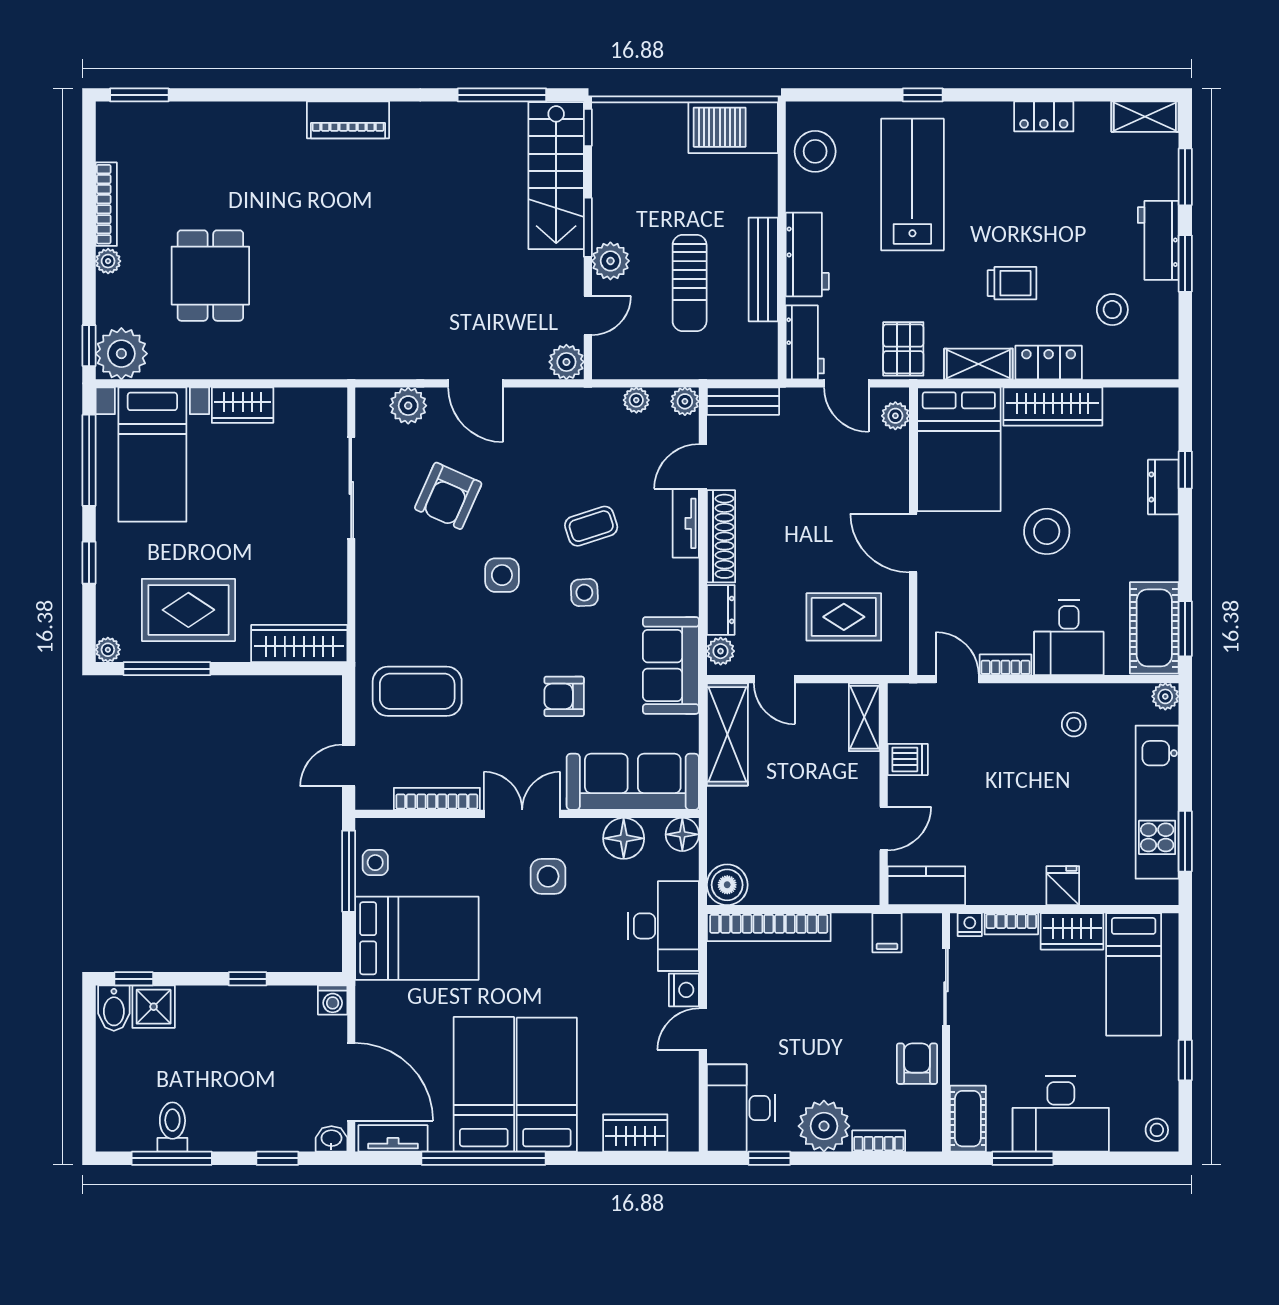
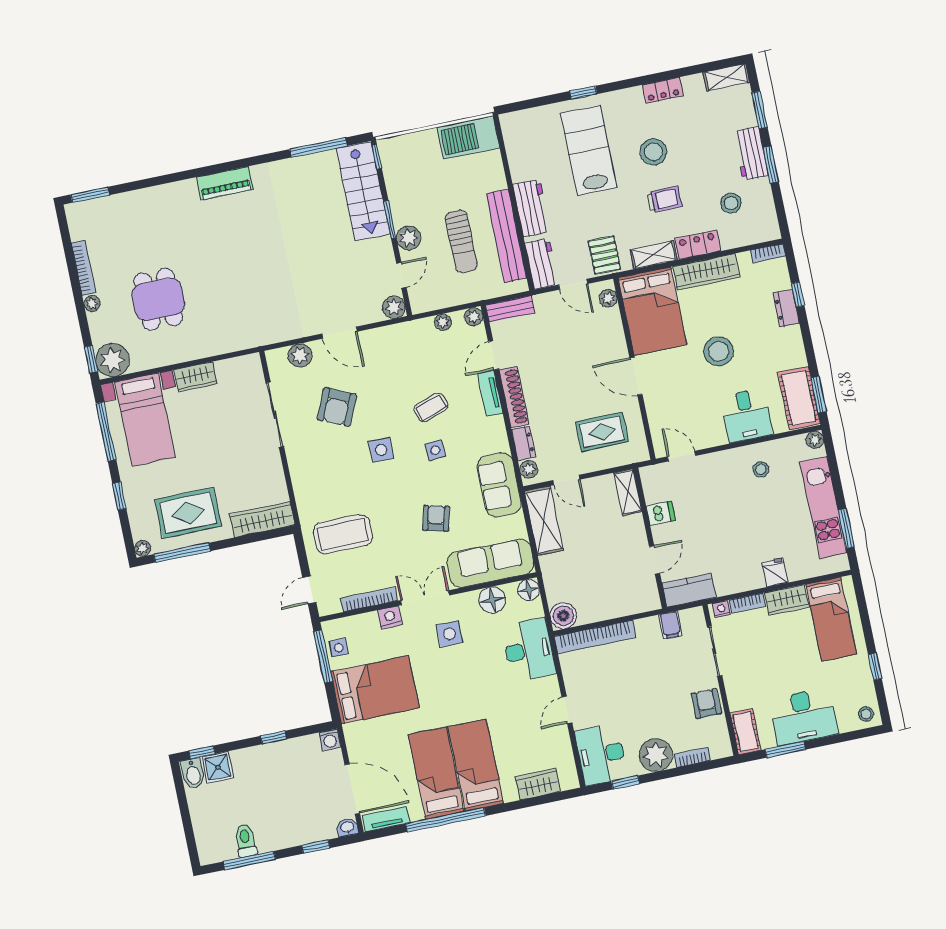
stool: (815, 151) -> (653, 152), moved
bench: (763, 269) -> (506, 236), width x1.37, depth x1.21
bookcase: (1006, 665) -> (768, 253), moved, turned 180
armchair: (564, 696) -> (436, 518), turned 104
nightstand: (684, 990) -> (390, 617), moved, turned -90

